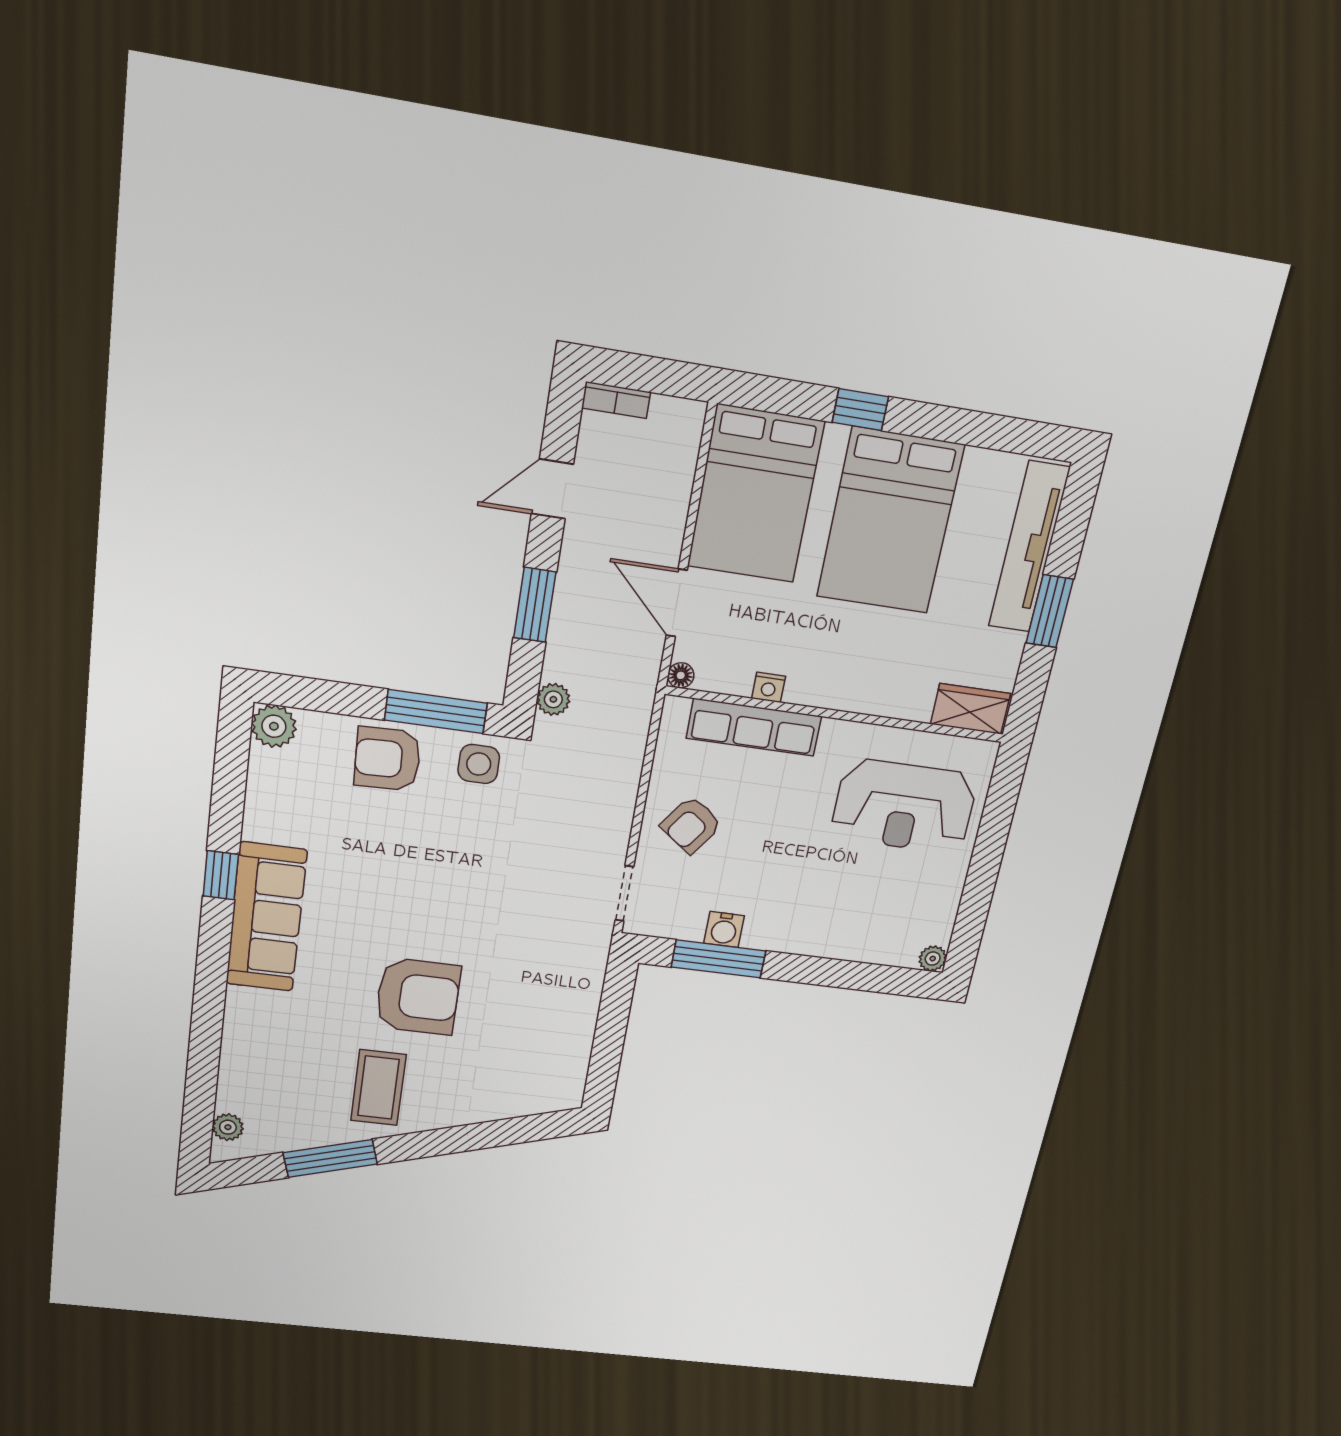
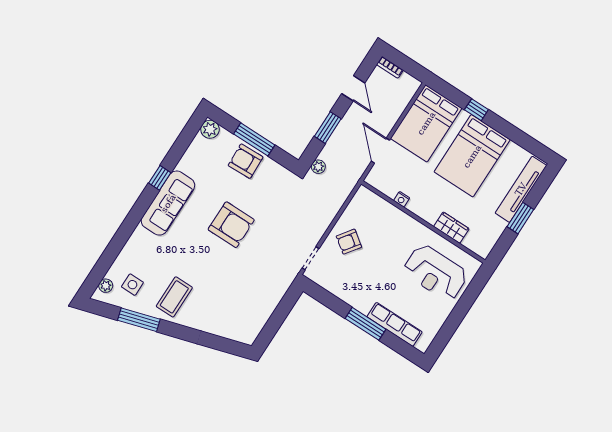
door: (552, 489) -> (353, 88), swing flipped
floor lamp: (681, 675) -> (370, 179), removed
wardrobe: (970, 709) -> (451, 228), moved
window: (436, 712) -> (254, 139), moved
row of seats: (754, 727) -> (395, 324), moved, turned 180
side table: (479, 764) -> (132, 285), moved
water cooler: (724, 929) -> (343, 292), removed
window: (718, 959) -> (366, 324), moved
plant: (933, 959) -> (422, 346), removed
armchair: (418, 996) -> (231, 225), moved

